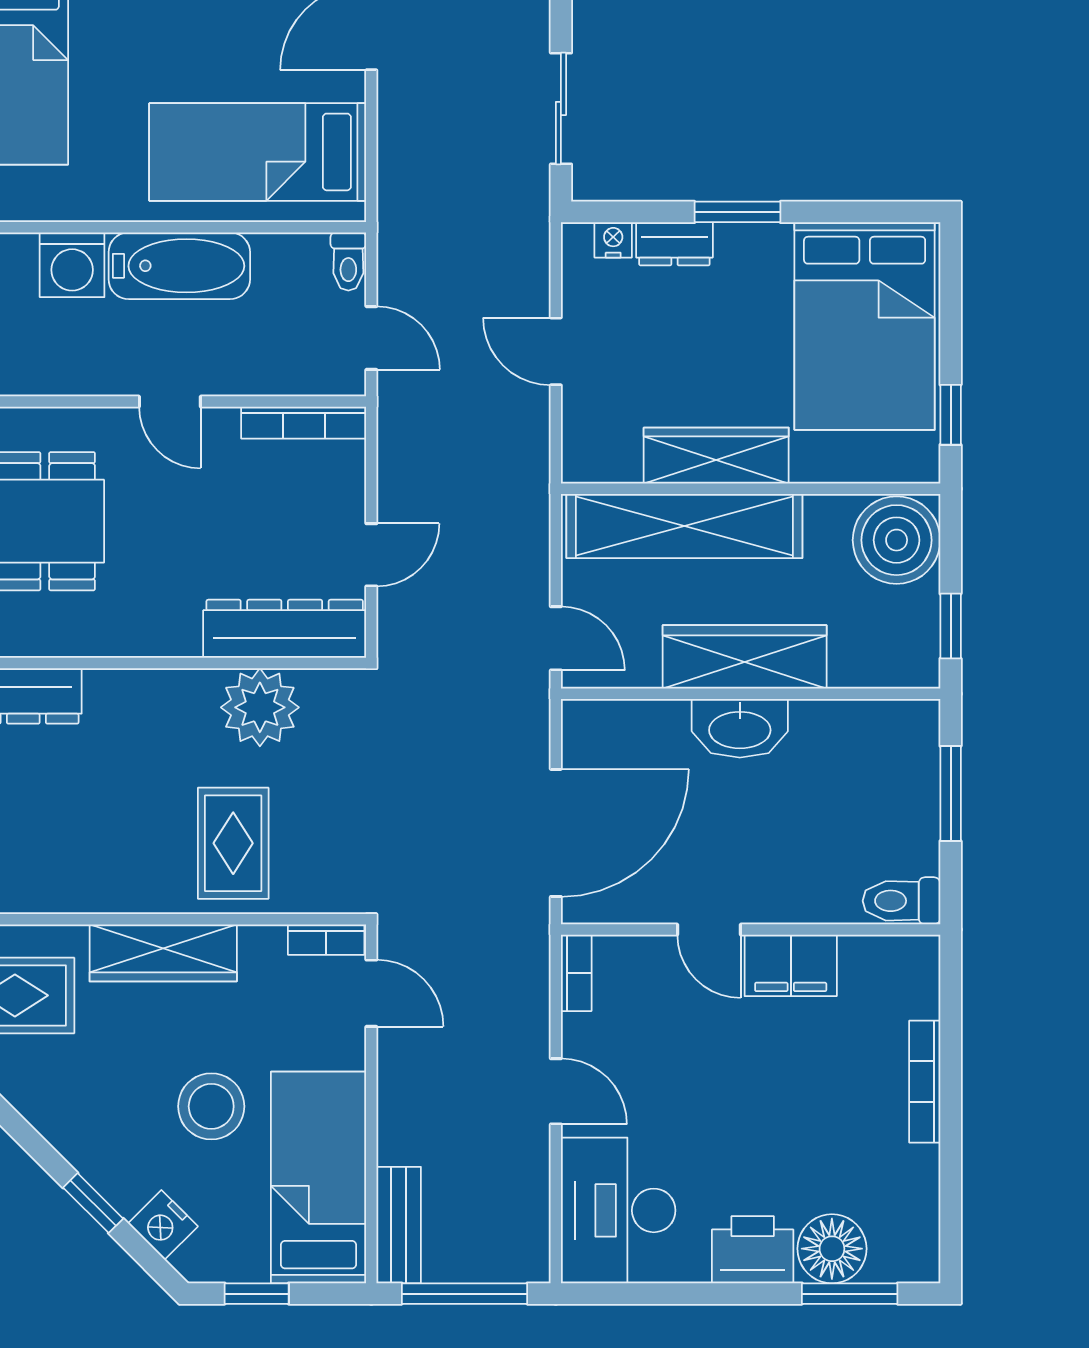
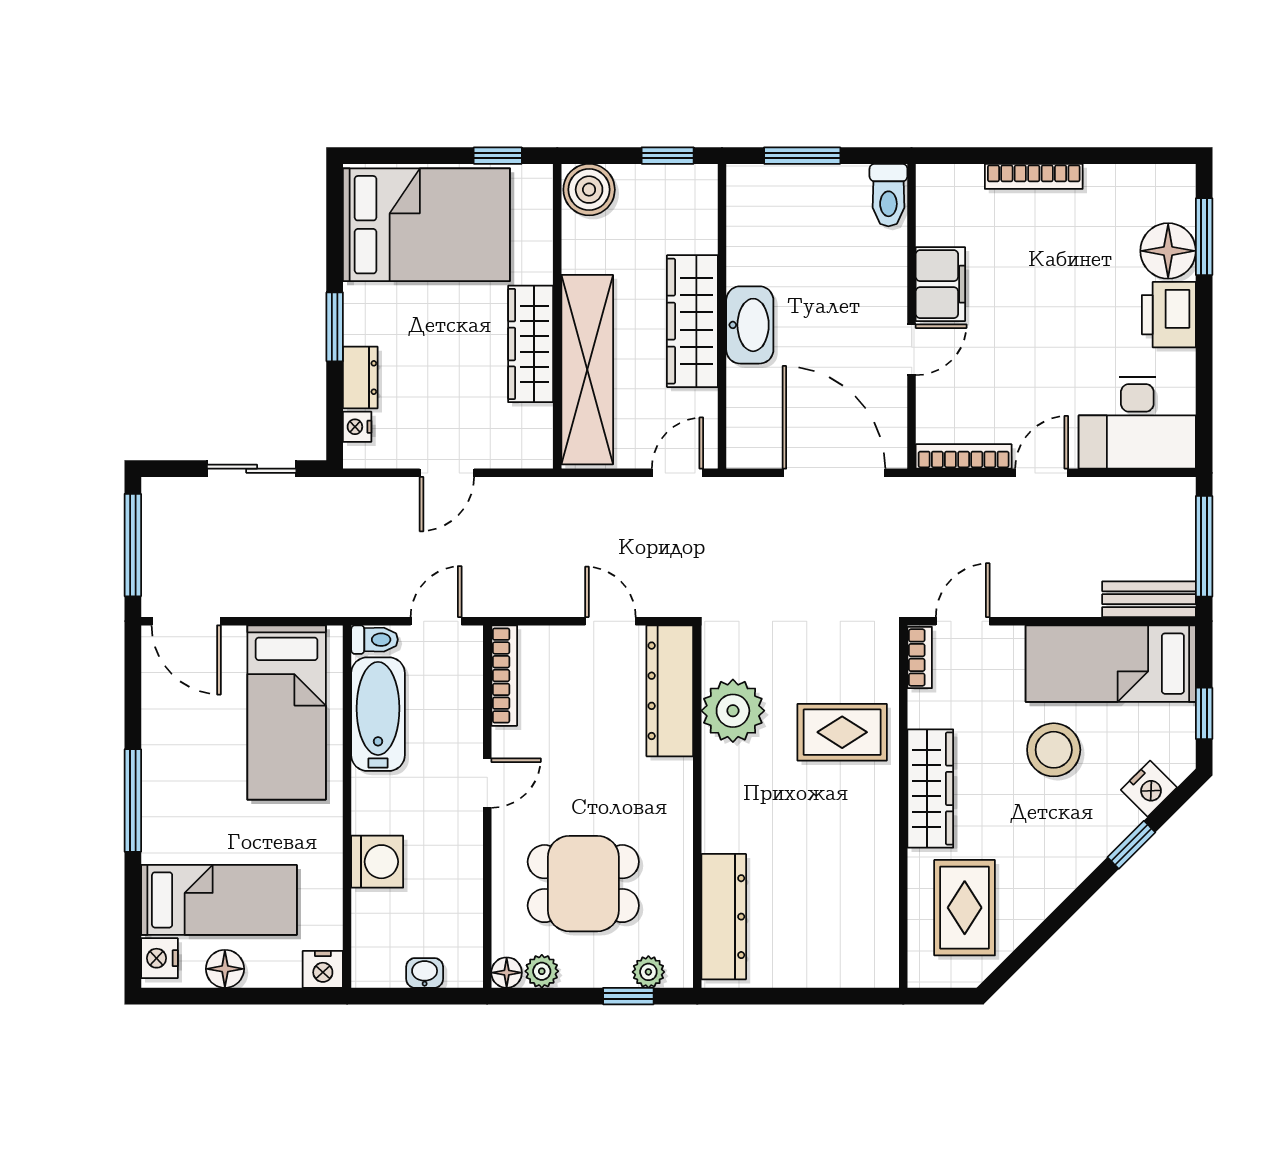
bathtub: (179, 266) -> (378, 714), moved
boiler: (897, 540) -> (589, 190), width x0.73, depth x0.73
bookcase: (576, 973) -> (964, 456), width x1.56

